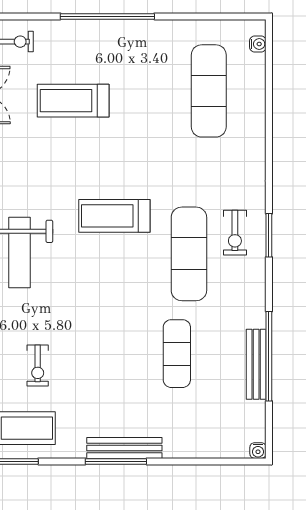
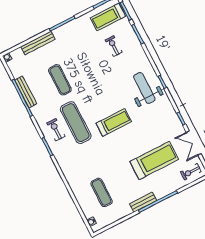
bench: (137, 30) -> (143, 202), added
exercise mat: (209, 91) -> (102, 192), width x0.73, depth x0.69
treadmill: (73, 101) -> (154, 160), width x1.37, depth x1.38
exercise bike: (235, 233) -> (56, 130), moved
bench: (124, 448) -> (38, 43), moved

